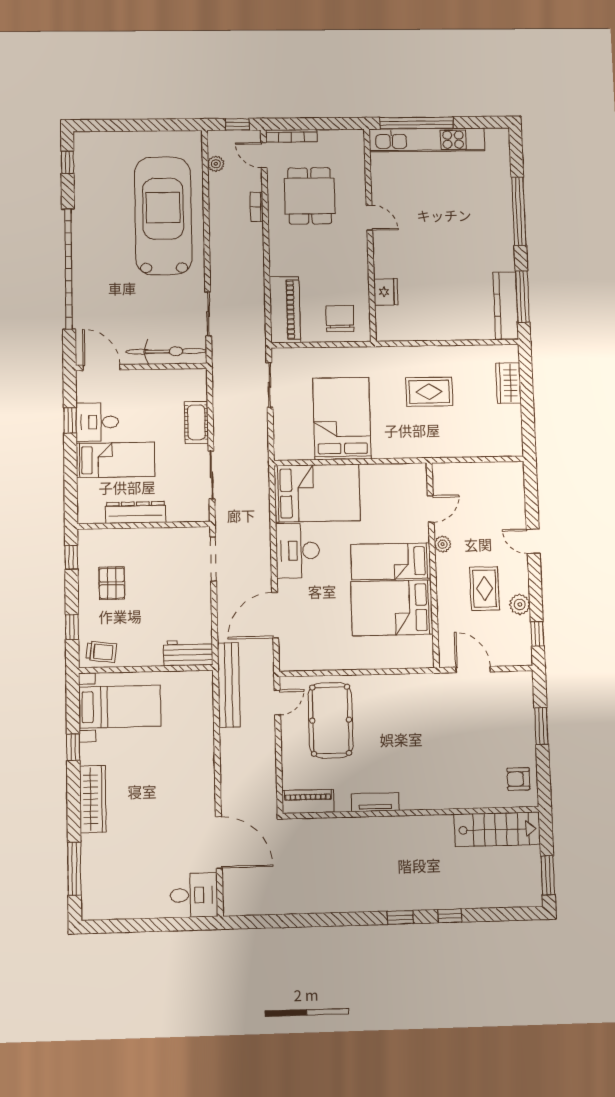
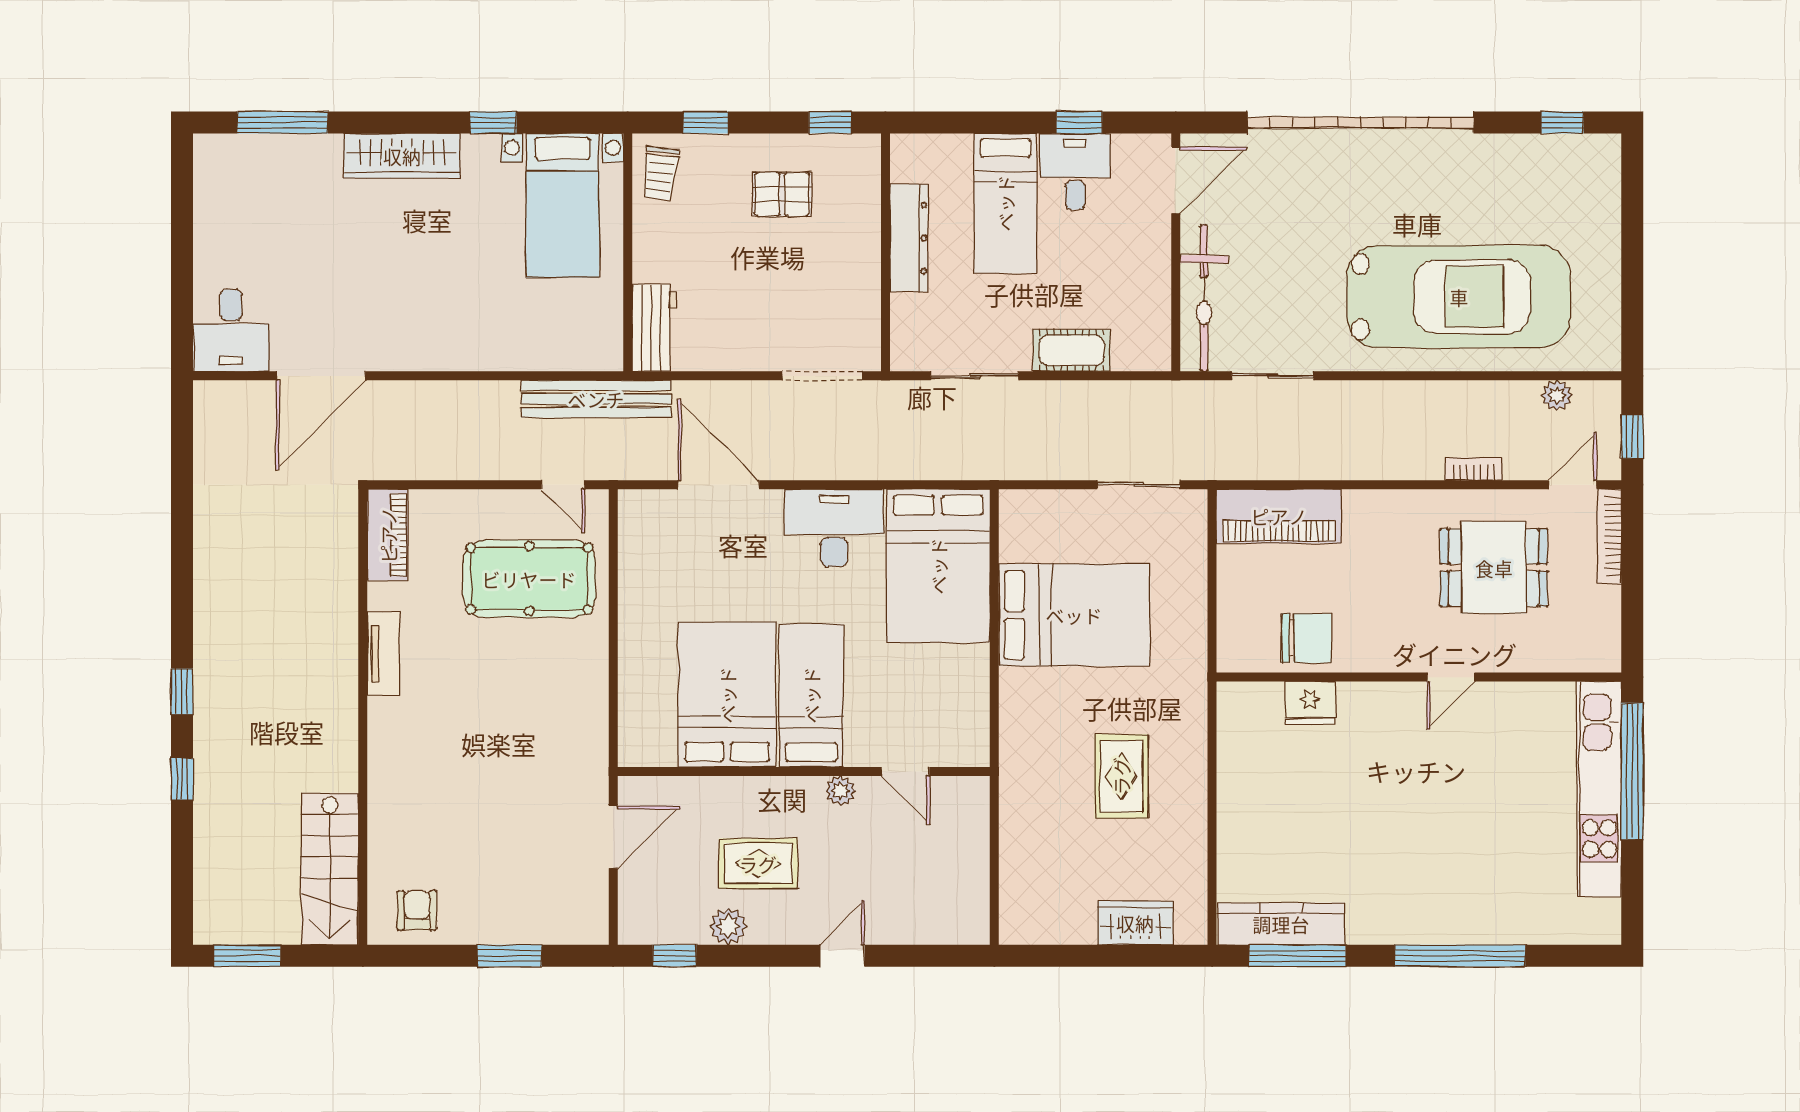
chair: (340, 319) -> (1307, 638), moved

